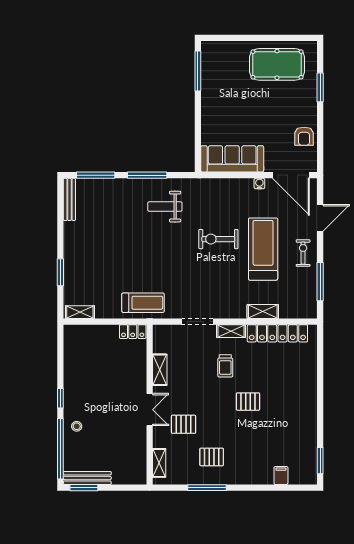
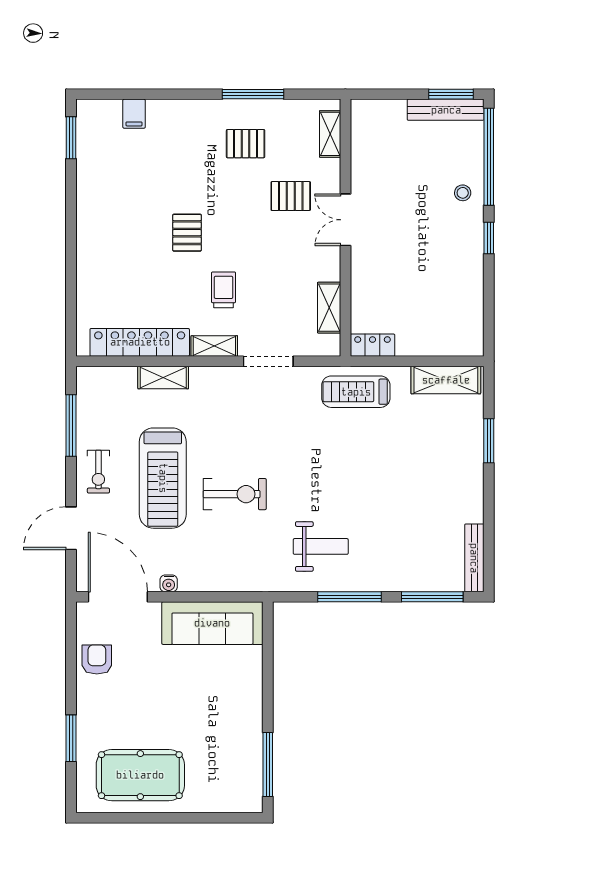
shelving: (80, 312) -> (446, 380), width x1.50, depth x1.33
shelving: (160, 370) -> (329, 308), moved
pallet: (248, 402) -> (187, 233), turned 90

